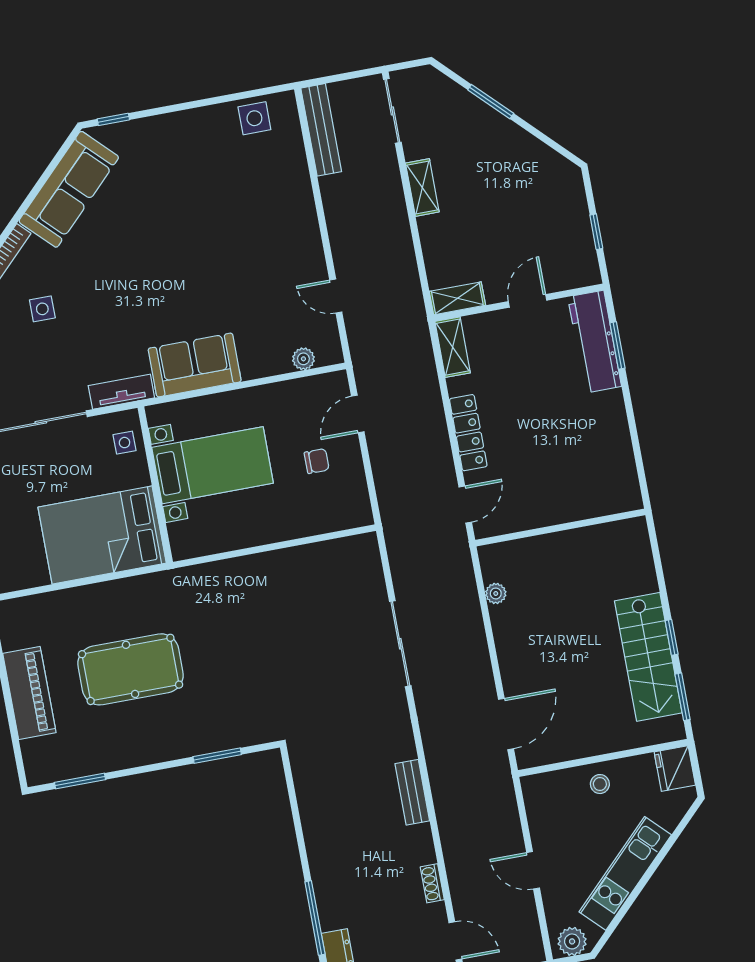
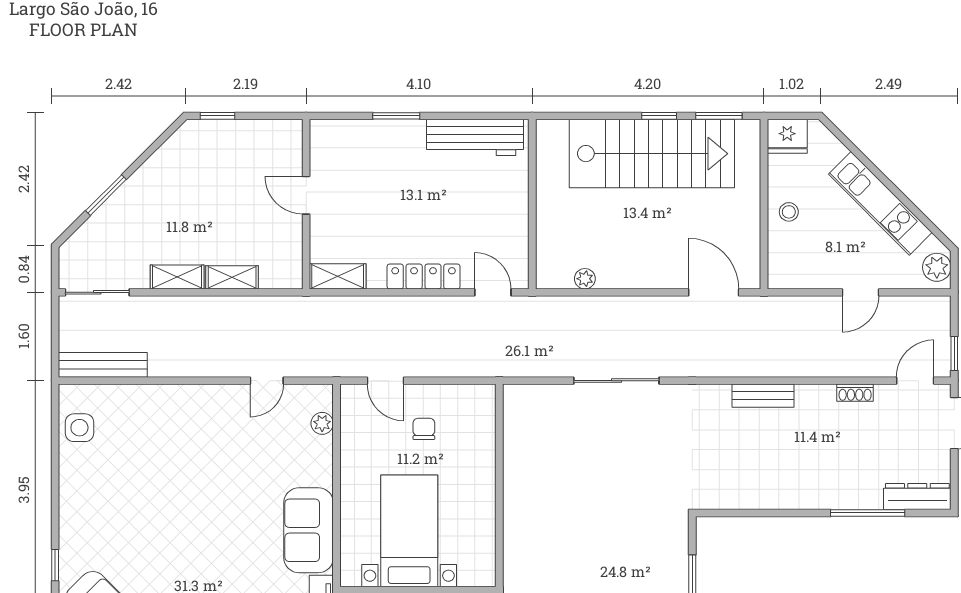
window: (596, 232) -> (217, 116), moved
shelving: (457, 298) -> (232, 277), moved, turned 90
workbench: (595, 342) -> (475, 137), moved
window: (617, 345) -> (396, 116), moved
stairs: (648, 657) -> (652, 154), width x1.36, depth x1.51

